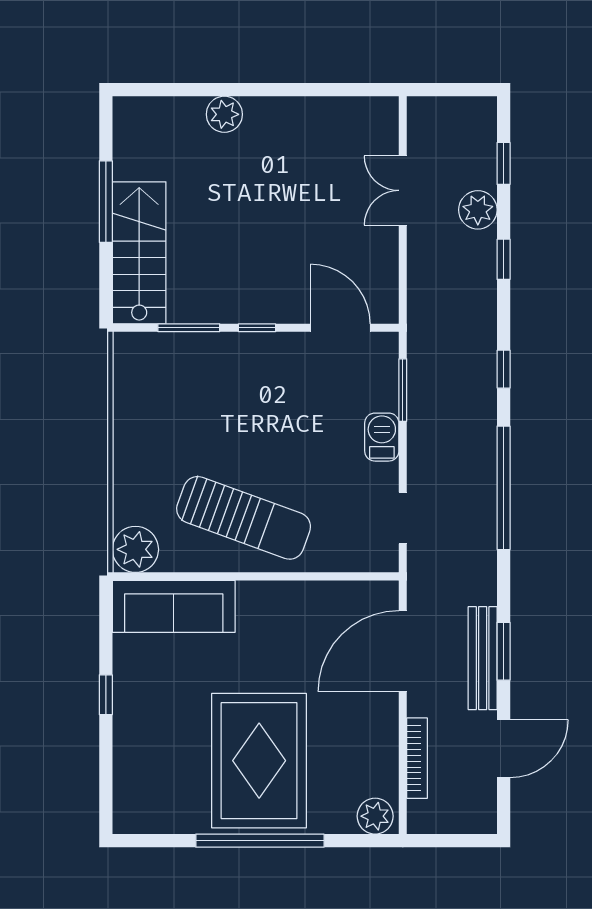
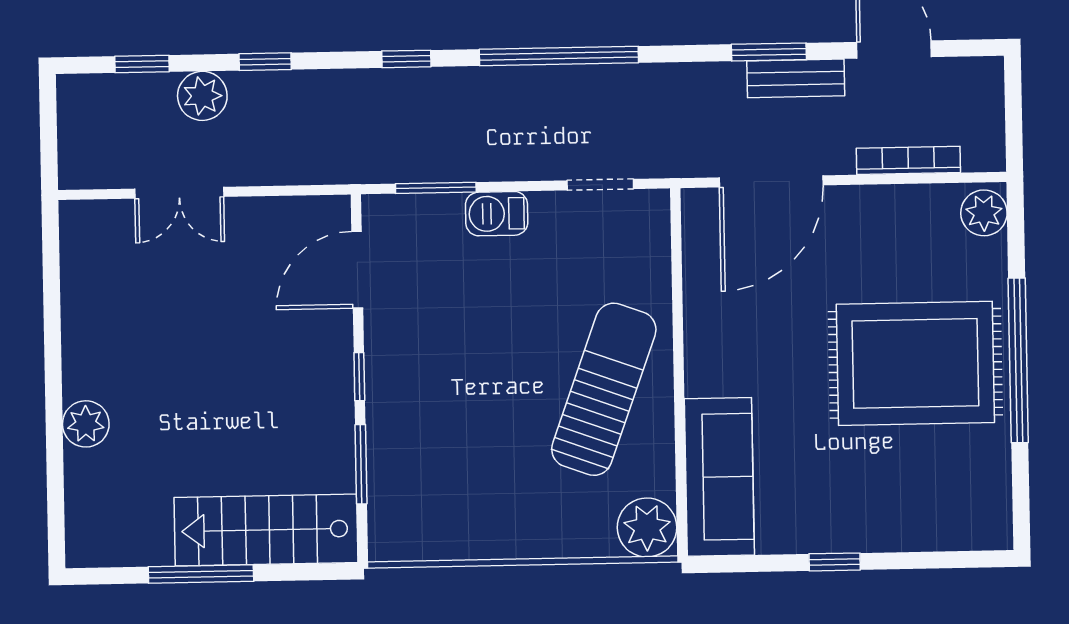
door: (403, 651) -> (771, 181), hinge flipped
bench: (483, 658) -> (796, 78), width x0.73

